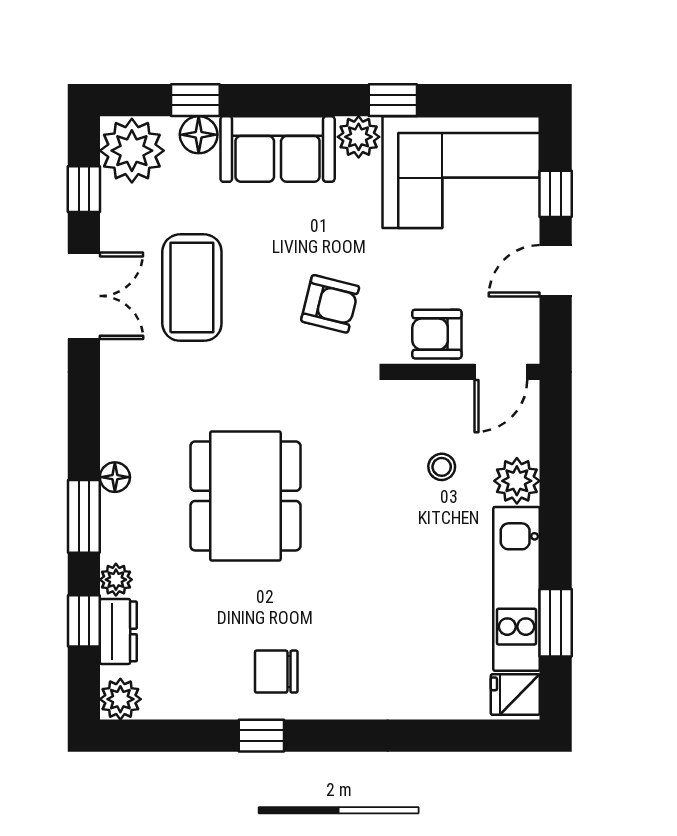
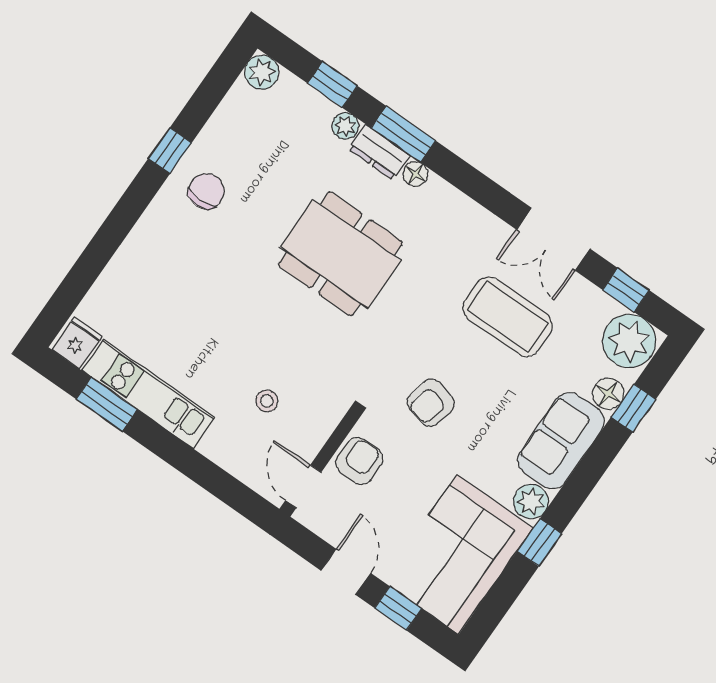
plant: (517, 481) -> (222, 445), removed
dresser: (118, 631) -> (379, 152), moved

